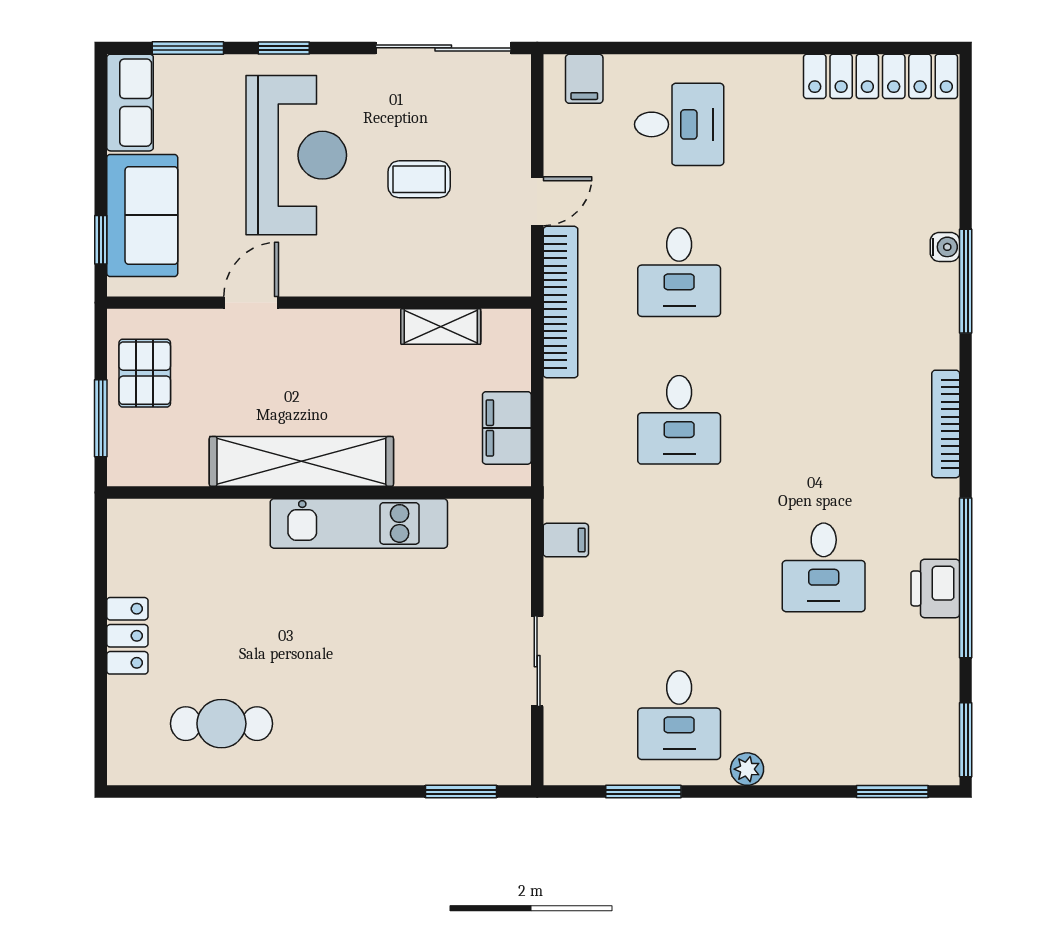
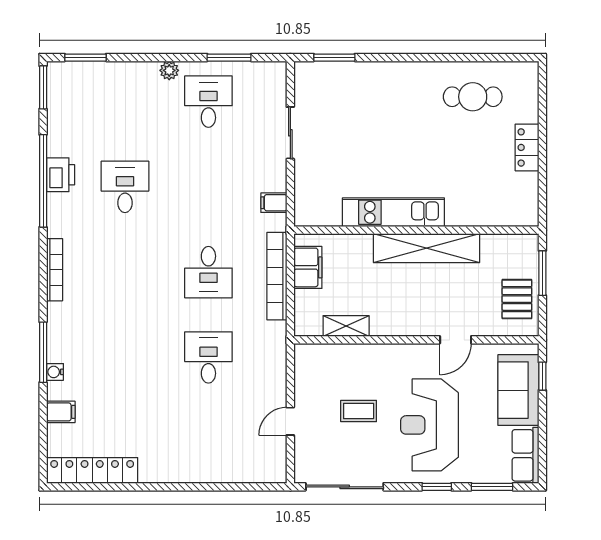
filing cabinet: (584, 79) -> (61, 412), moved, turned 90
desk: (679, 124) -> (208, 443), removed
door: (537, 201) -> (290, 421), moved
bookcase: (561, 302) -> (277, 276), moved
desk: (679, 420) -> (208, 272), turned 180

